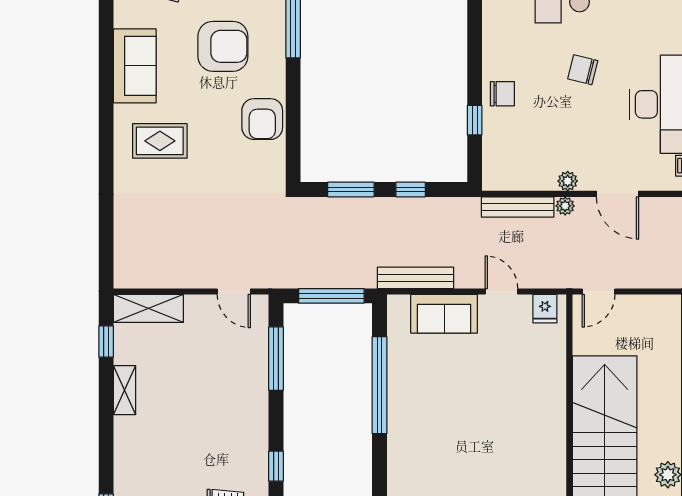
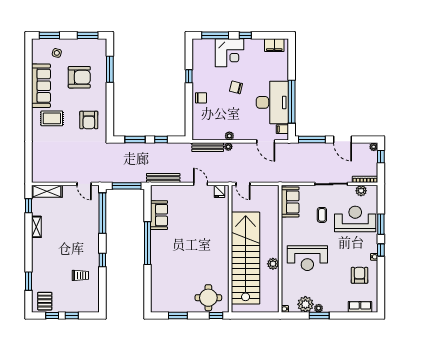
sofa: (135, 66) -> (41, 86), width x1.36
armchair: (262, 119) -> (89, 120), moved
window: (475, 120) -> (189, 76), moved
door: (618, 194) -> (266, 141), moved
door: (599, 291) -> (243, 184), hinge flipped
sofa: (444, 314) -> (159, 215), moved, turned -90
window: (276, 359) -> (102, 213), width x1.46
window: (379, 385) -> (147, 243), moved

